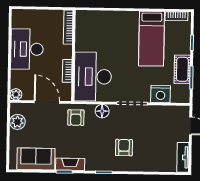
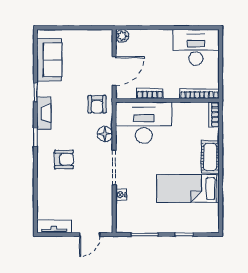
bookcase: (177, 16) -> (214, 115), moved
desk: (27, 49) -> (196, 47), moved
cot: (182, 69) -> (210, 157), moved, turned 90
nightstand: (160, 94) -> (121, 195), width x0.53, depth x0.56
armchair: (76, 118) -> (97, 104), turned -90
plant: (17, 122) -> (91, 38), removed
fireplace: (70, 164) -> (44, 113), moved

